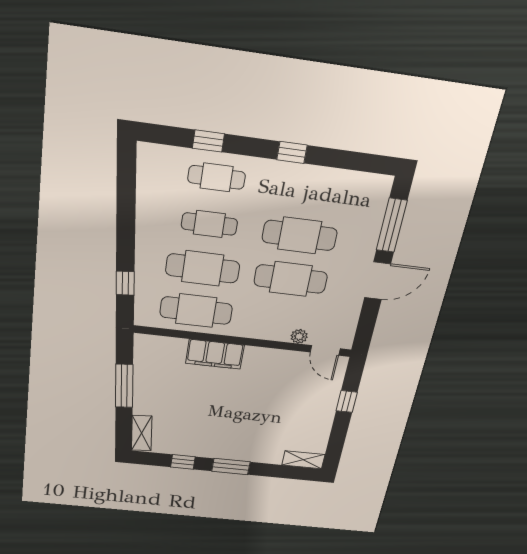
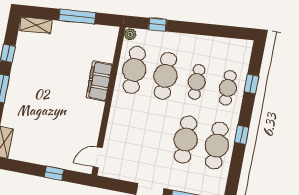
cafe table: (291, 279) -> (217, 146), moved
plant: (299, 336) -> (130, 34), moved

